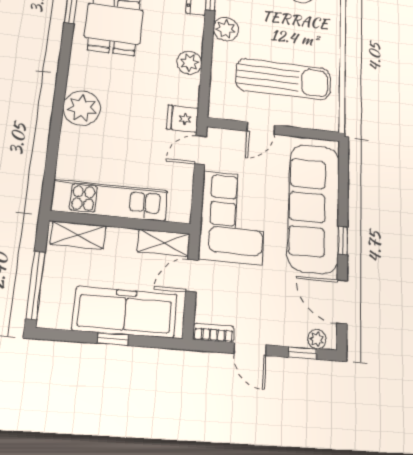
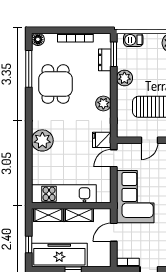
shelving: (164, 243) -> (79, 215), moved
window: (36, 285) -> (29, 244), width x0.46
freezer: (125, 312) -> (59, 255), moved

